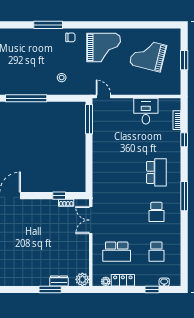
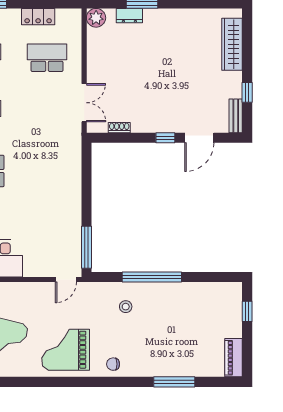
window: (48, 25) -> (174, 382), moved
door: (103, 97) -> (66, 279), hinge flipped
window: (26, 98) -> (152, 277), moved
window: (59, 196) -> (165, 138), moved
plant: (106, 281) -> (63, 15), removed

